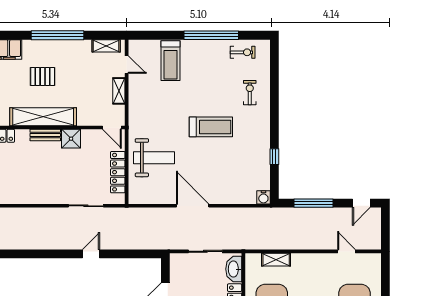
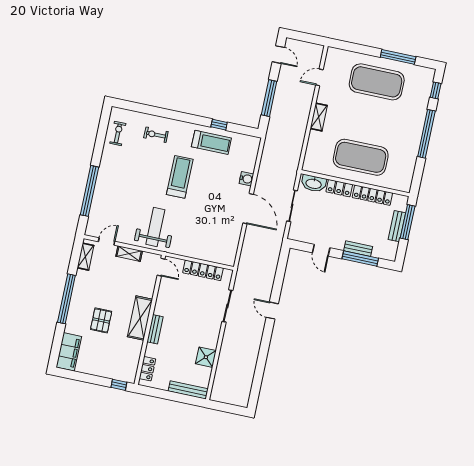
window: (211, 35) -> (89, 191), moved
treadmill: (171, 61) -> (211, 142), moved
shelving: (43, 117) -> (140, 318), width x0.68
door: (112, 127) -> (161, 267), hinge flipped
shower: (71, 139) -> (206, 357), moved
weight bench: (154, 158) -> (155, 227), moved
water cooler: (263, 197) -> (246, 179), moved
door: (193, 206) -> (248, 209), swing flipped
shelving: (276, 260) -> (319, 117), moved

